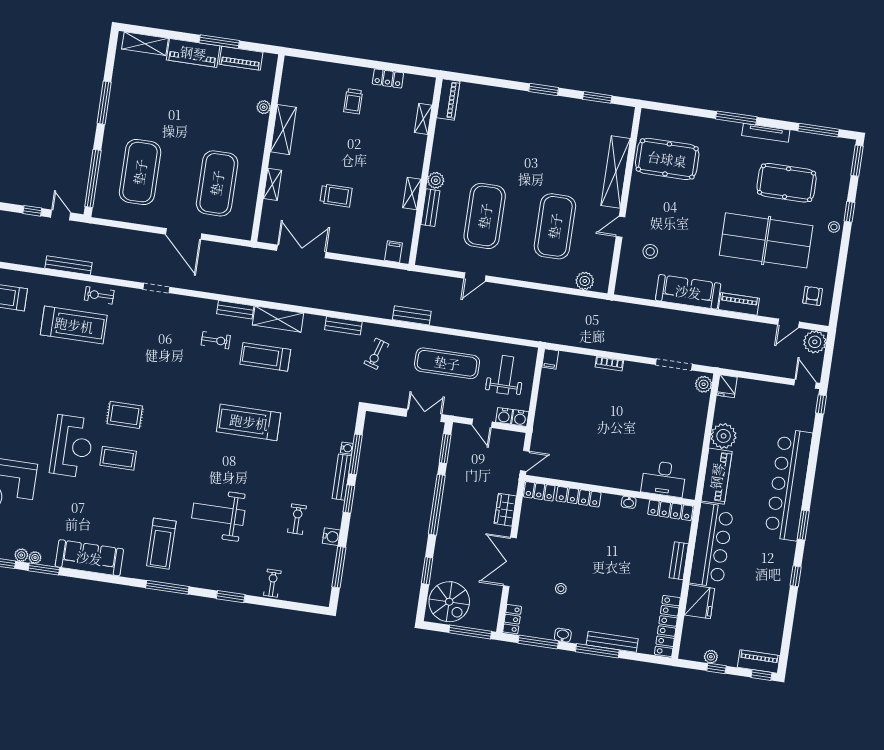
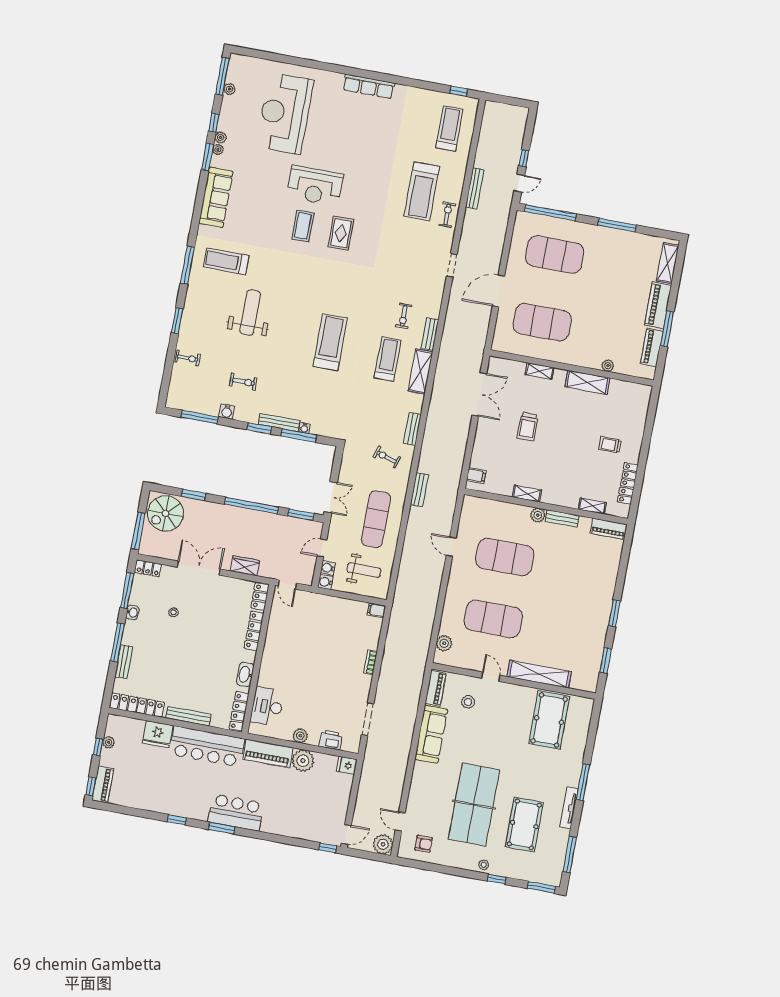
locker: (388, 78) -> (628, 483), width x1.53
bench: (430, 208) -> (562, 518), moved
piano: (739, 304) -> (436, 688), moved
plant: (704, 384) -> (300, 736), moved
printer: (699, 405) -> (331, 740), added
bar counter: (789, 485) -> (236, 812), width x0.54
washbasin: (629, 502) -> (245, 674), width x1.91, depth x1.45
bench: (679, 561) -> (189, 716), width x1.36
bench: (612, 642) -> (124, 662), width x0.73

